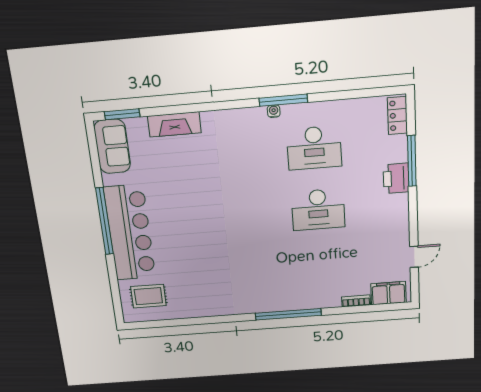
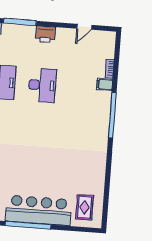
printer: (396, 178) -> (45, 34), moved
door: (414, 257) -> (84, 27), swing flipped
filing cabinet: (388, 293) -> (105, 84), moved, width x0.50

